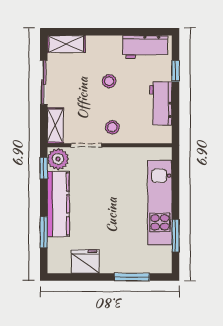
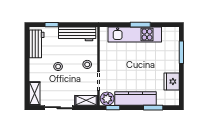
workbench: (161, 103) -> (77, 34), width x1.38
window: (175, 235) -> (140, 25), moved

